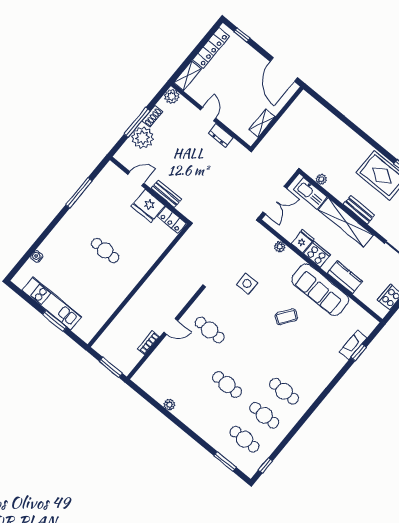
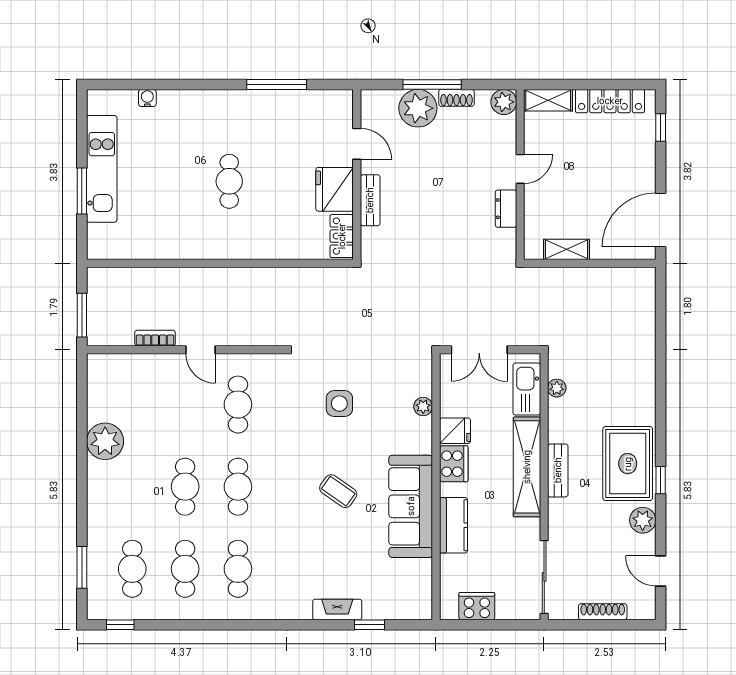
fireplace: (353, 345) -> (337, 610), moved
cafe table: (247, 361) -> (238, 487), added
plant: (169, 405) -> (105, 441), width x1.87, depth x1.87

